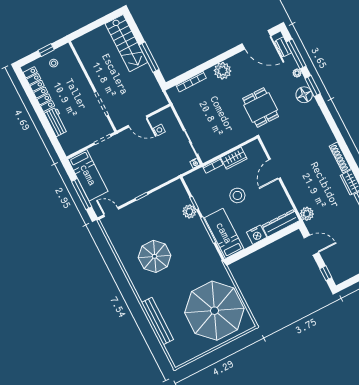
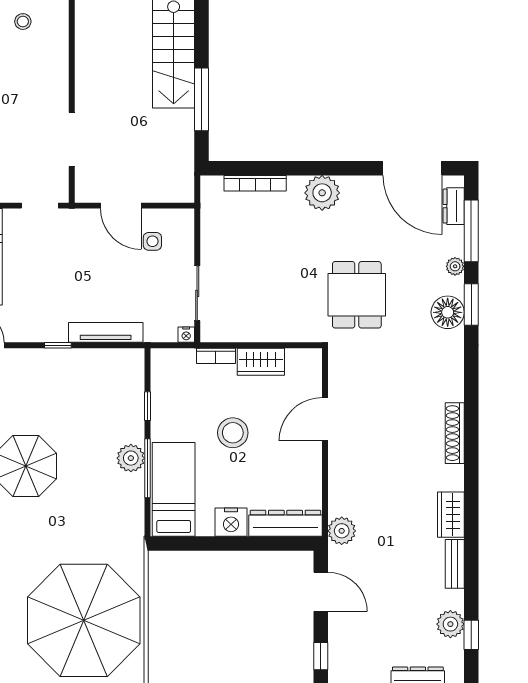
shoe rack: (340, 157) -> (455, 433), moved
tv unit: (159, 180) -> (106, 332), added
plant: (189, 212) -> (131, 458), moved

